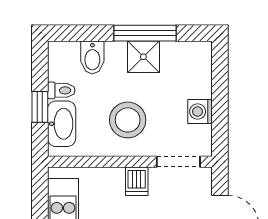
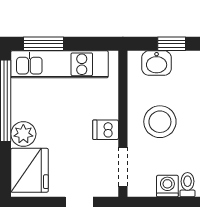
toilet: (61, 90) -> (188, 185), moved, turned 180
washbasin: (62, 124) -> (157, 63), width x0.72

